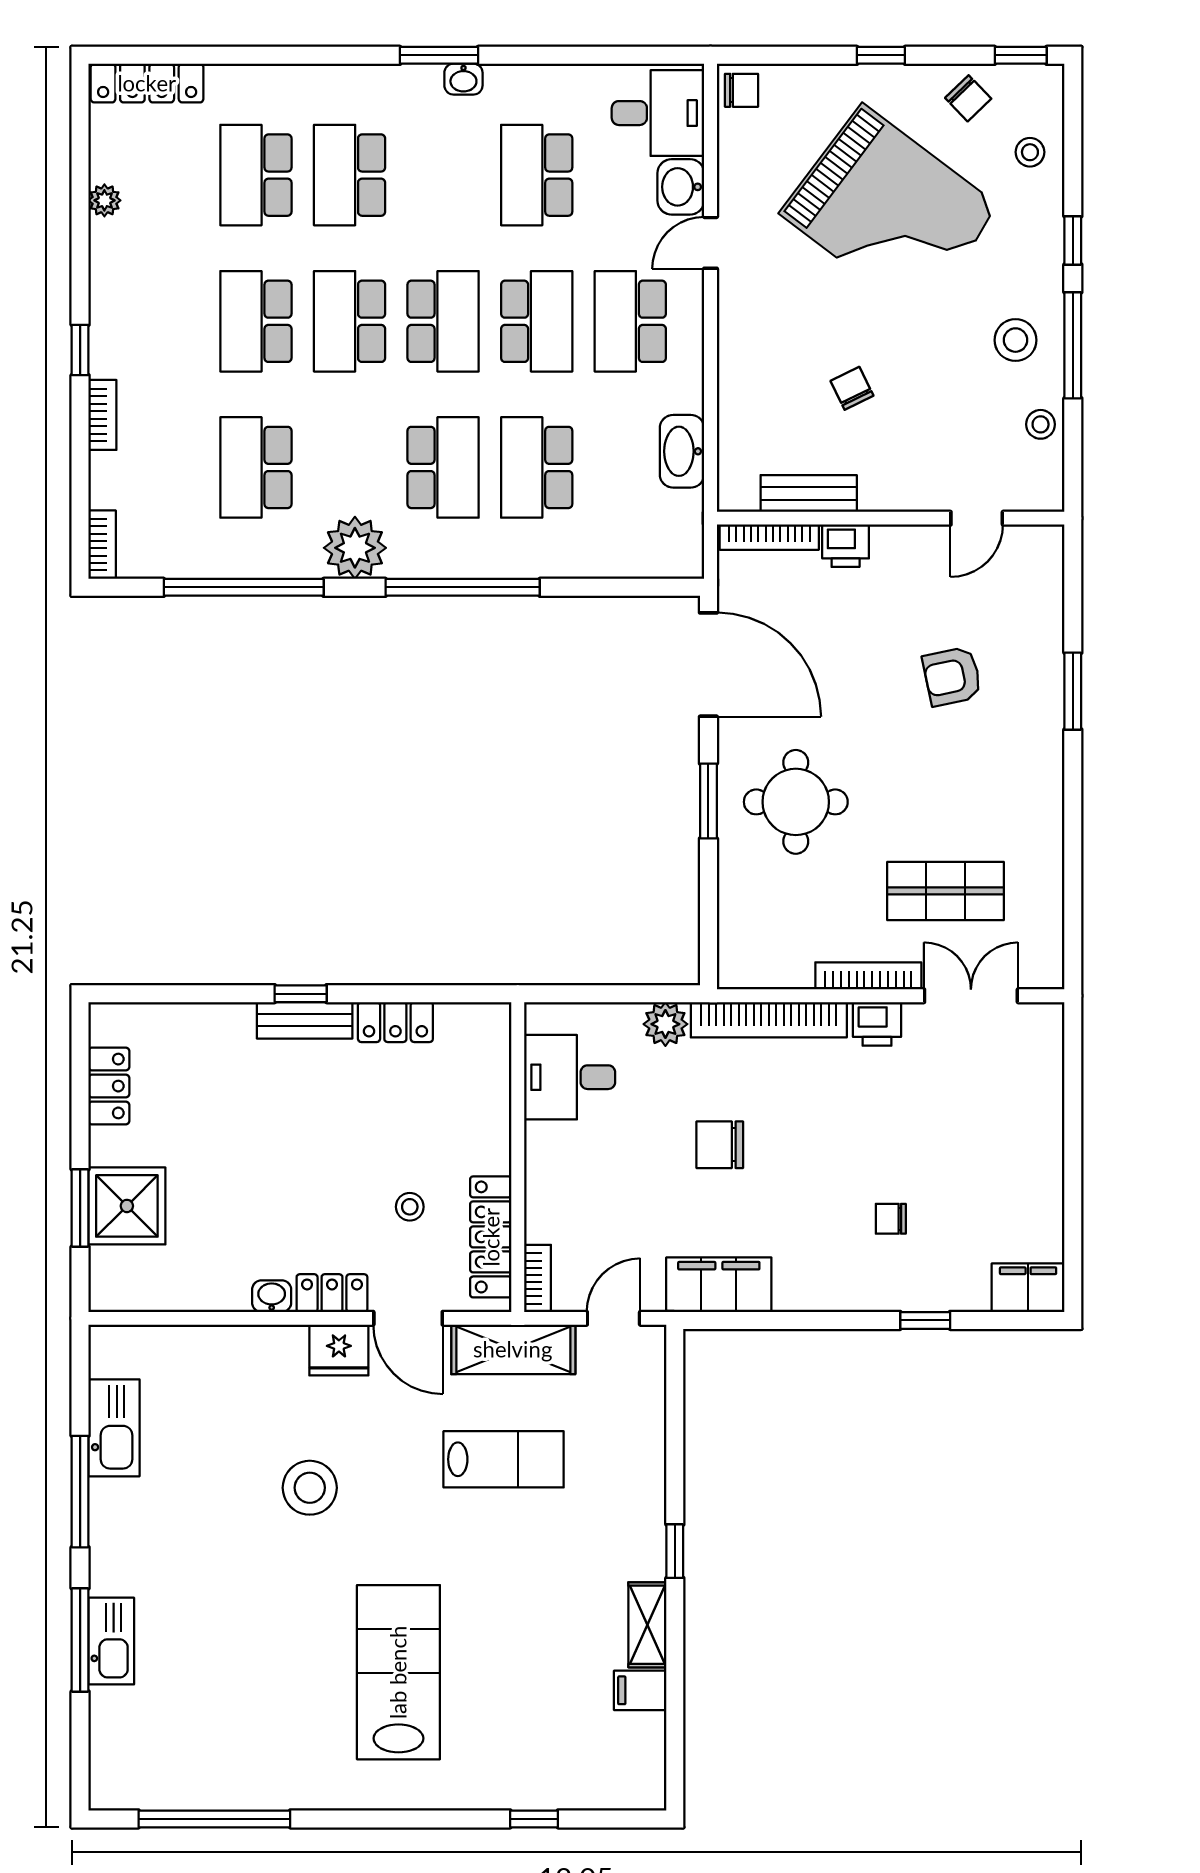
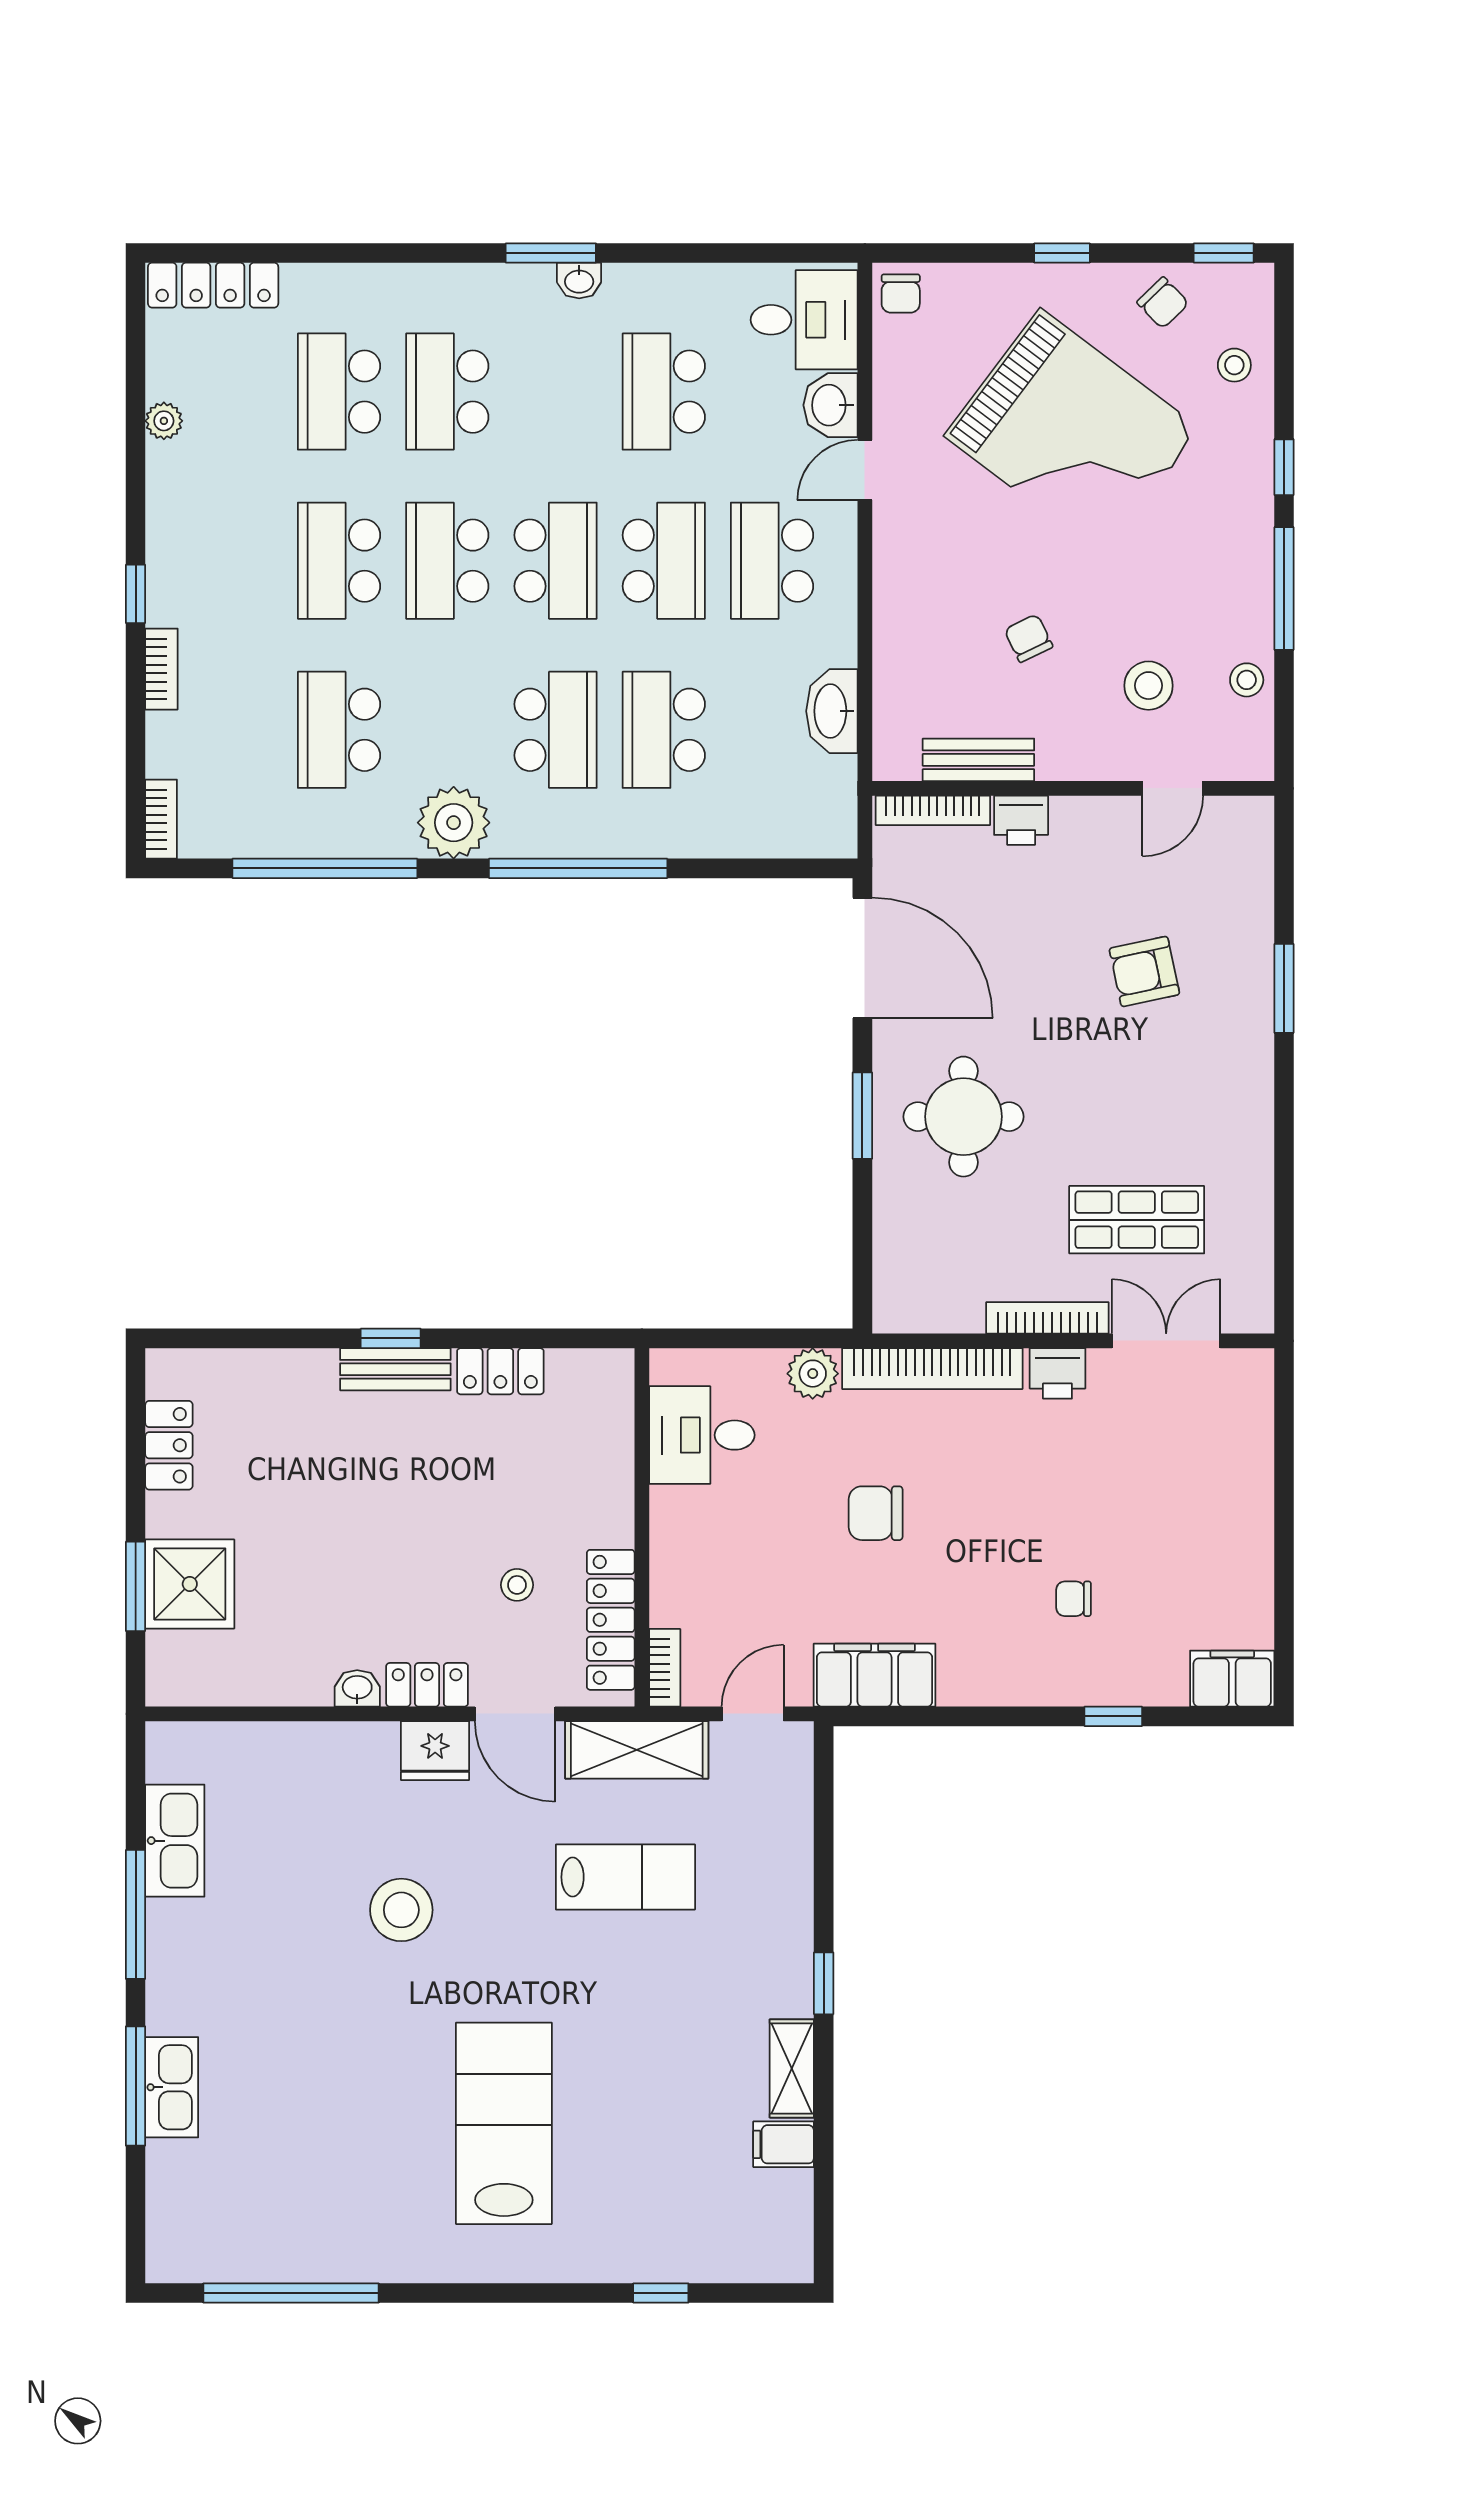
chair: (741, 90) -> (901, 294), turned 90
stool: (1016, 340) -> (1148, 686), moved

